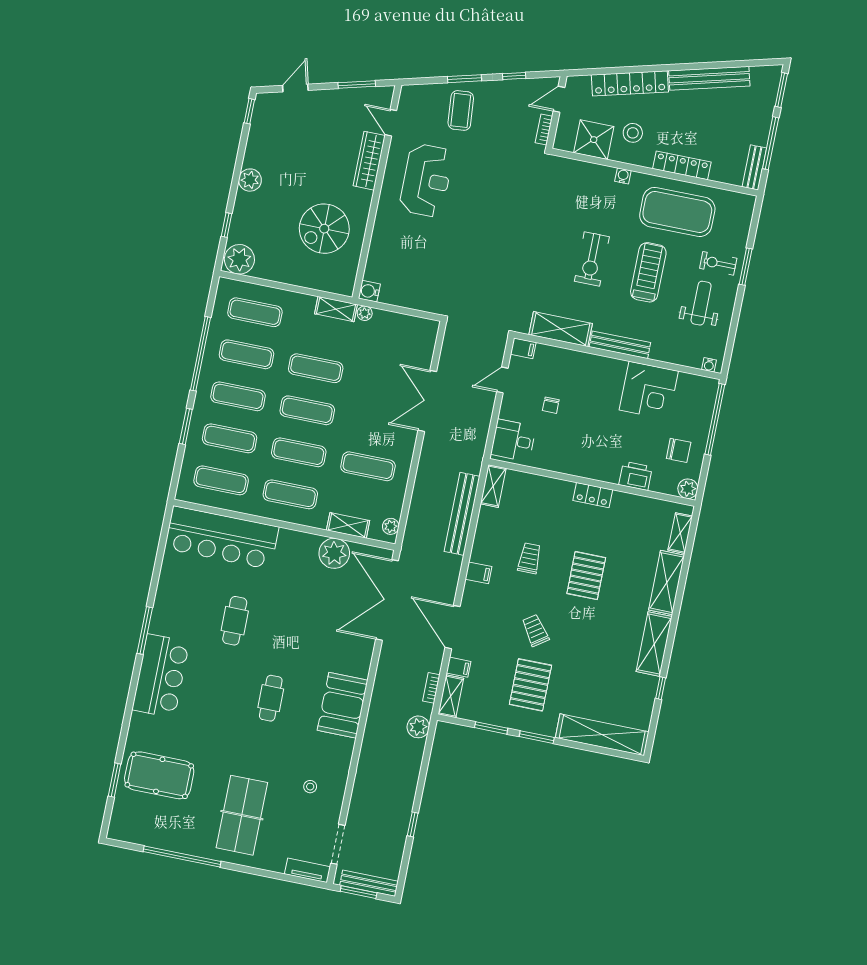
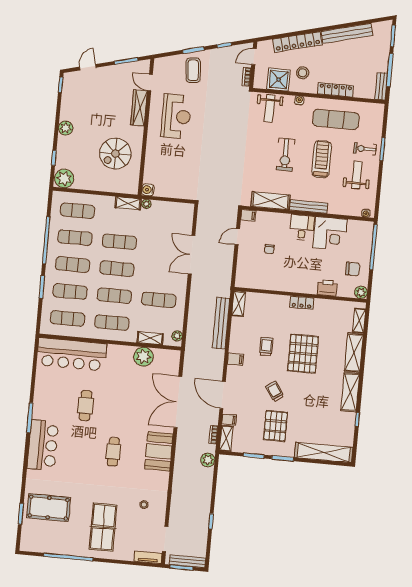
weight bench: (575, 183) -> (269, 108), added
exercise mat: (677, 212) -> (336, 119), width x0.68
desk: (513, 440) -> (302, 227), moved, turned 90
pallet: (586, 576) -> (303, 354), width x1.37, depth x1.41
double door: (387, 600) -> (178, 402), moved

